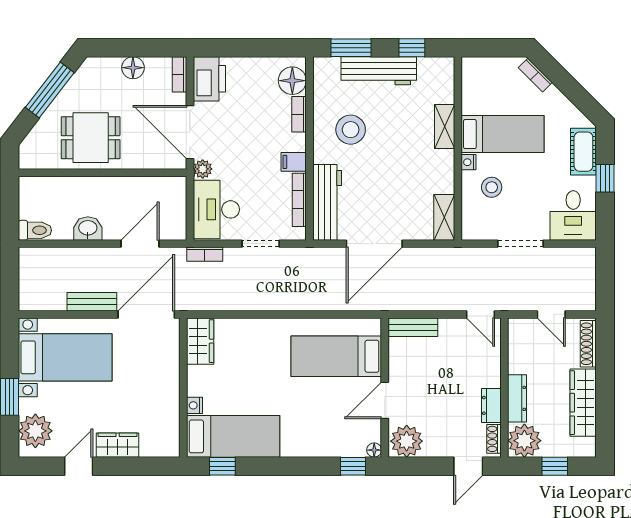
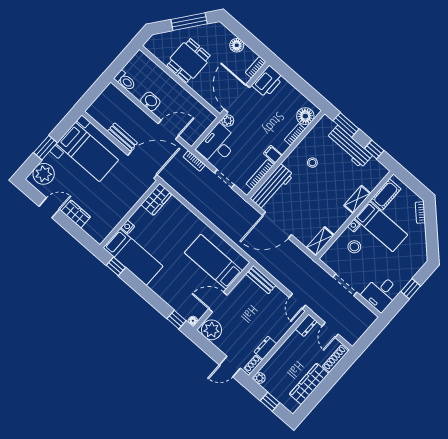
stool: (351, 130) -> (312, 163), width x0.53, depth x0.53
dining table: (91, 138) -> (189, 60), turned 90
cot: (583, 152) -> (386, 195), moved
dresser: (517, 398) -> (306, 325), moved, width x0.70
plant: (524, 441) -> (260, 378), width x0.53, depth x0.53

